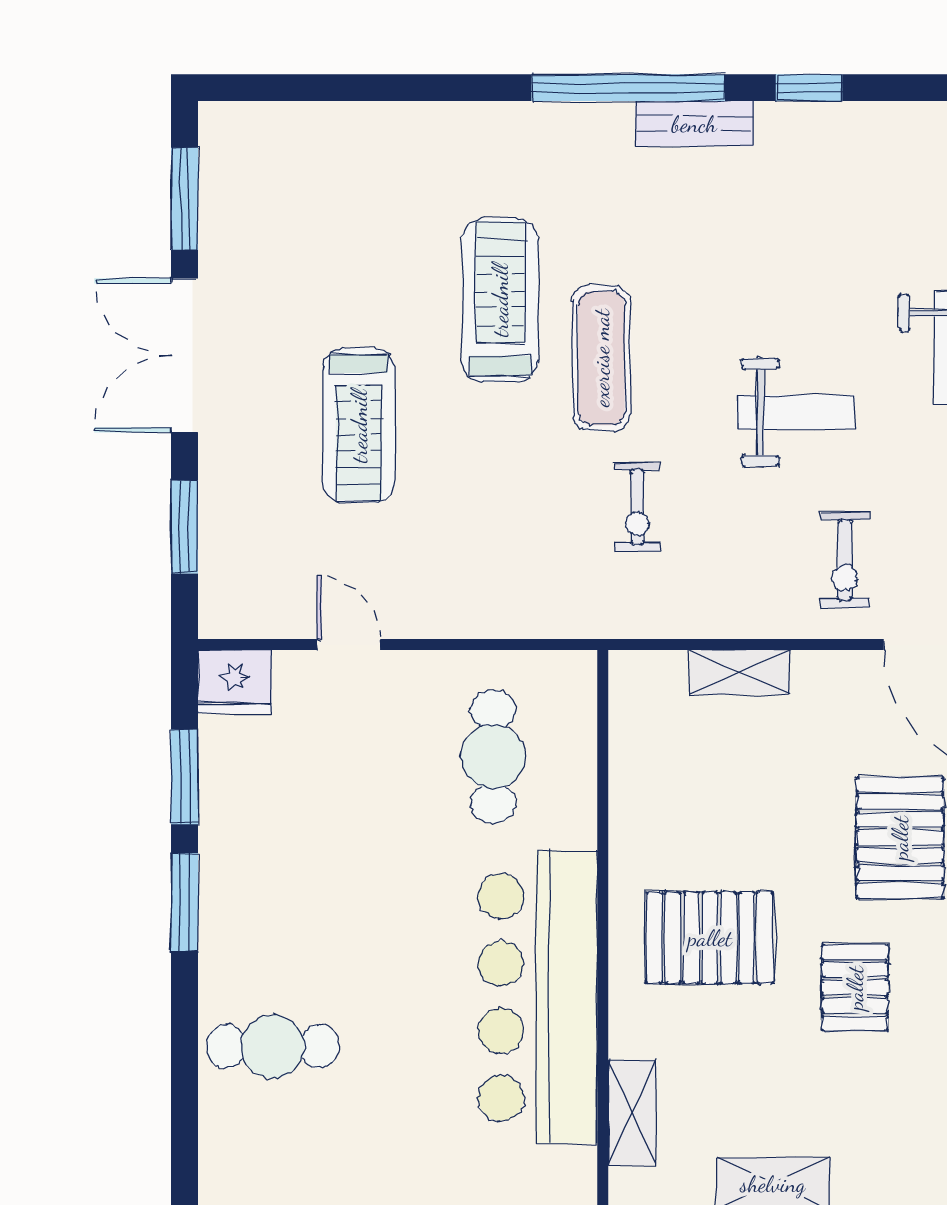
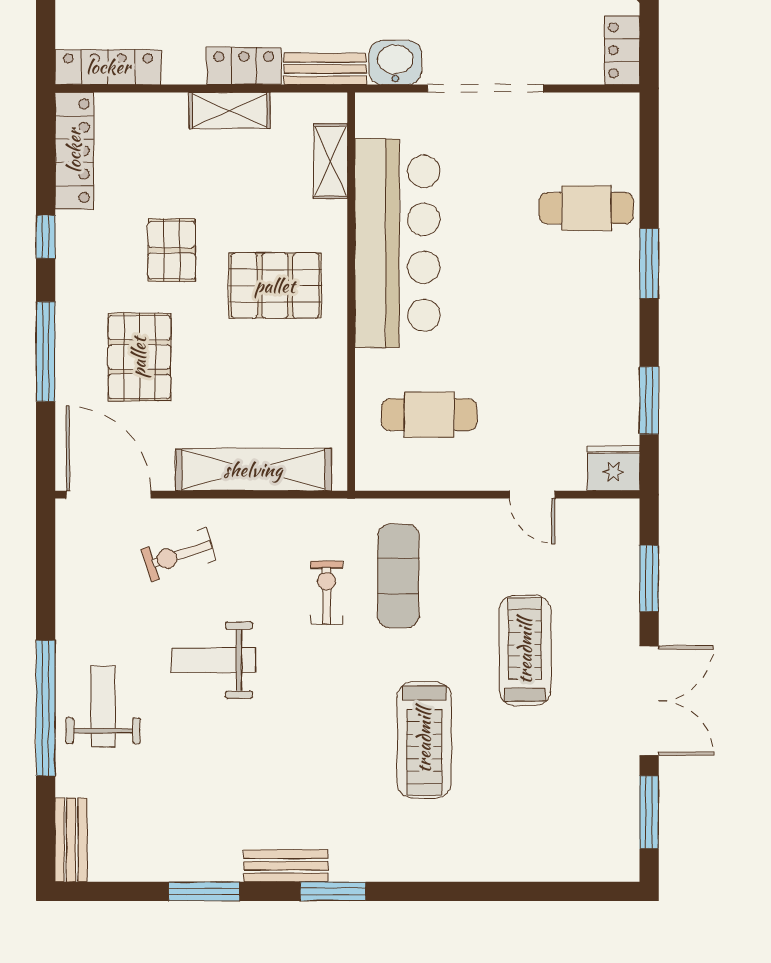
window: (628, 88) -> (333, 891), width x0.47
window: (809, 88) -> (204, 891), width x1.50
exercise mat: (601, 358) -> (398, 576), moved
exercise bike: (845, 560) -> (179, 555), turned -108
shelving: (740, 672) -> (253, 470), width x2.20, depth x1.33
cafe table: (493, 757) -> (429, 415), turned 90
window: (185, 902) -> (649, 263), moved

